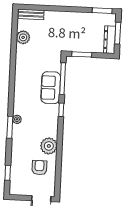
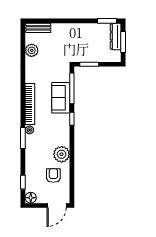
dresser: (110, 40) -> (116, 36), moved
bookcase: (19, 93) -> (30, 104), added
floor lamp: (15, 189) -> (31, 198), added

